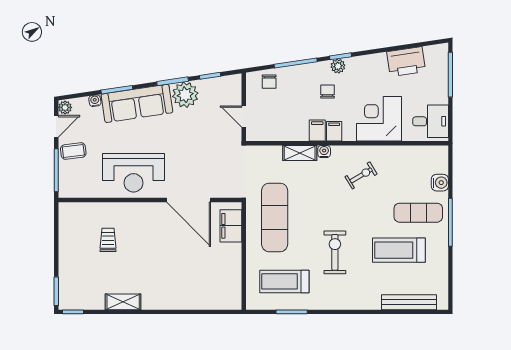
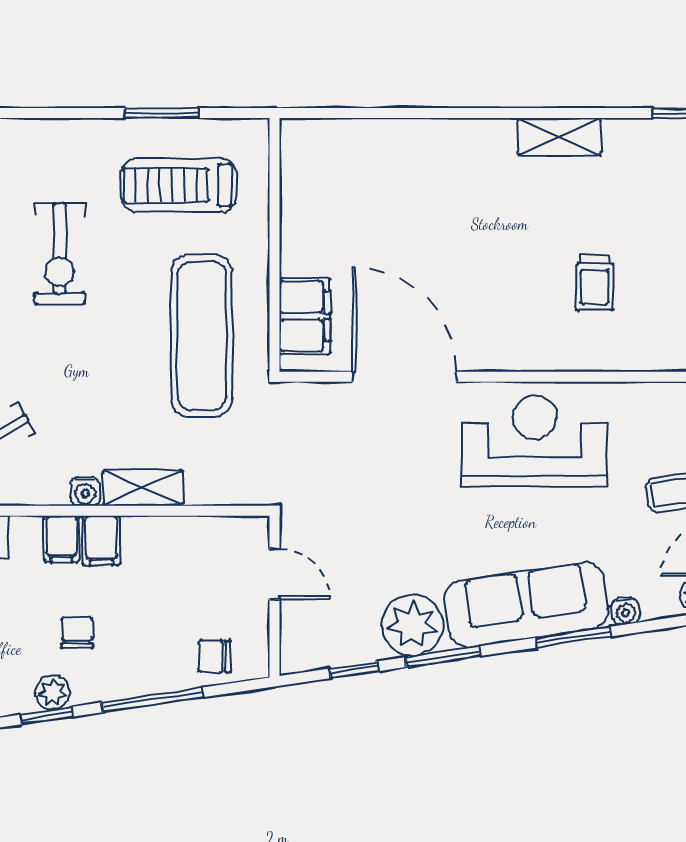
chair: (269, 82) -> (214, 656), turned -90
chair: (328, 92) -> (77, 633), turned 180
treadmill: (284, 281) -> (179, 185), turned 180

